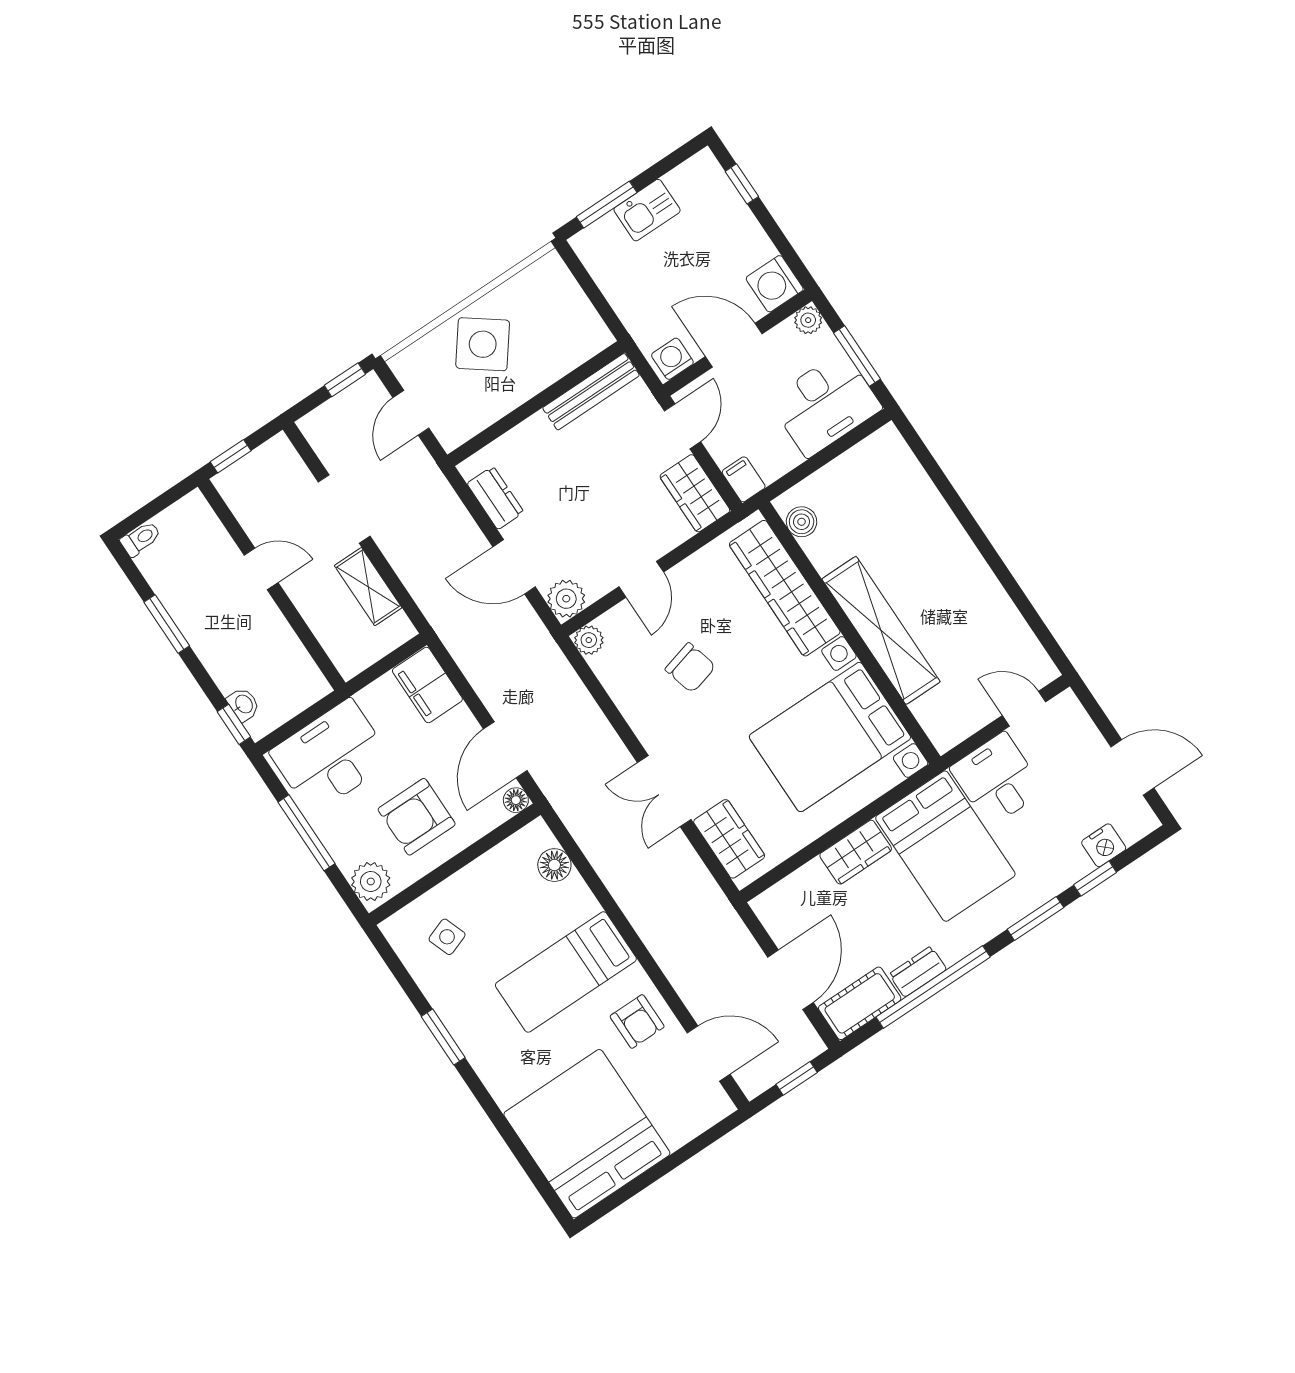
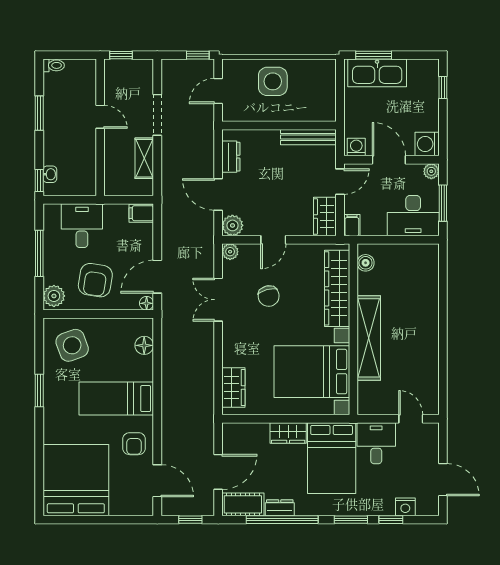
kitchen sink: (647, 210) -> (377, 73), width x1.88, depth x1.24
side table: (483, 344) -> (273, 81), turned -37
filing cabinet: (427, 685) -> (141, 213), width x0.50
desk: (331, 757) -> (82, 226), width x0.73
double door: (664, 791) -> (218, 300), moved
armchair: (417, 817) -> (95, 280), turned -81
side table: (447, 937) -> (72, 345), width x1.87, depth x1.87

